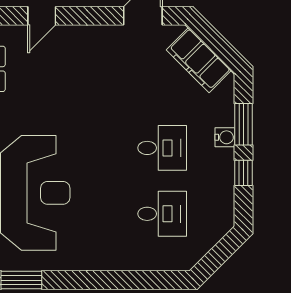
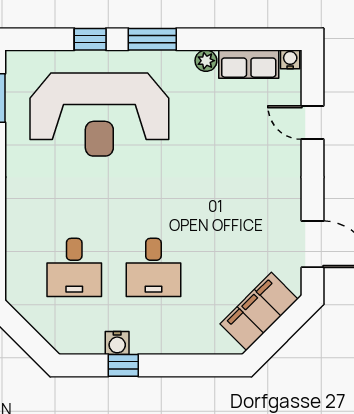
window: (243, 124) -> (182, 365), removed
water cooler: (225, 137) -> (117, 343), moved

